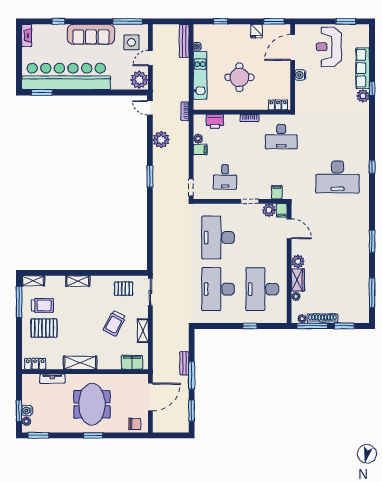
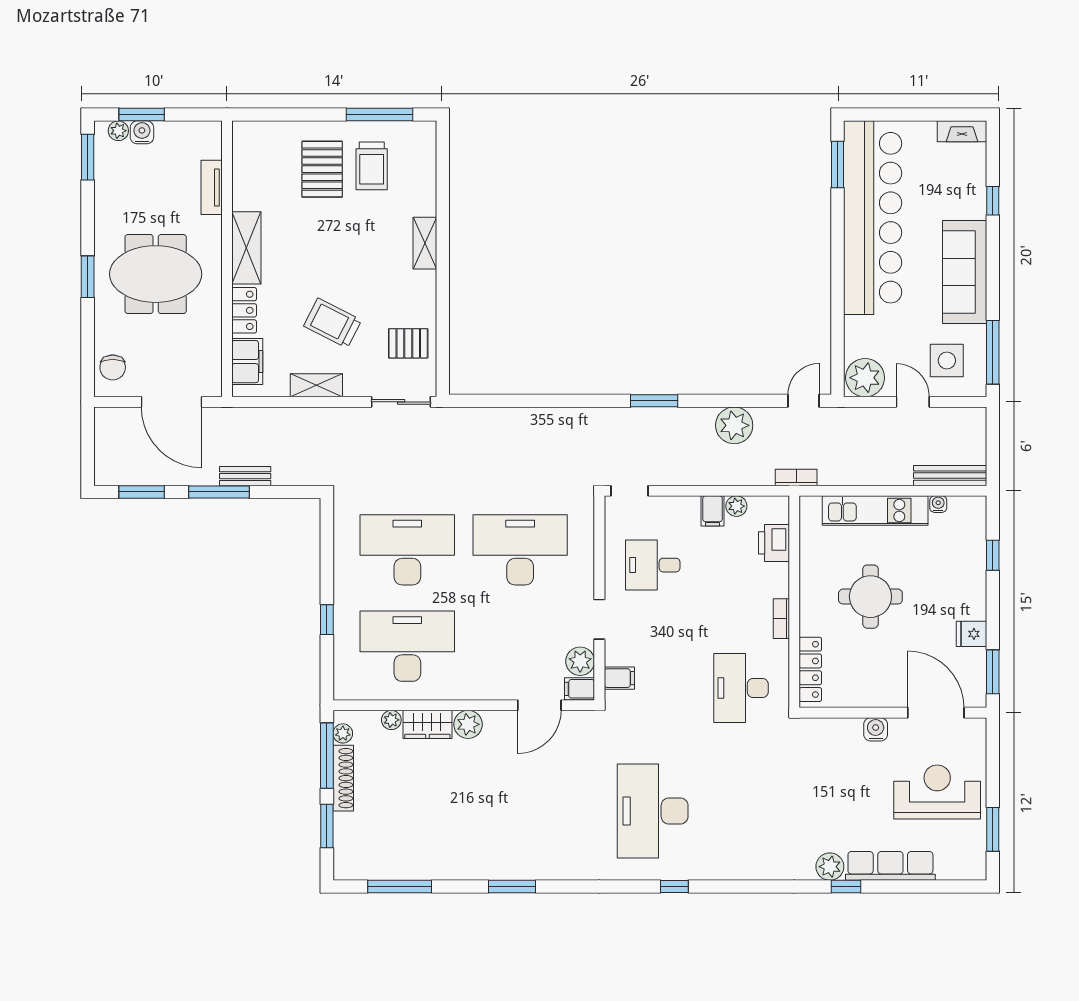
locker: (278, 105) -> (810, 669), width x1.53
shelving: (33, 281) -> (425, 145), removed
pallet: (124, 289) -> (408, 343), turned 90
locker: (35, 364) -> (244, 310), moved

